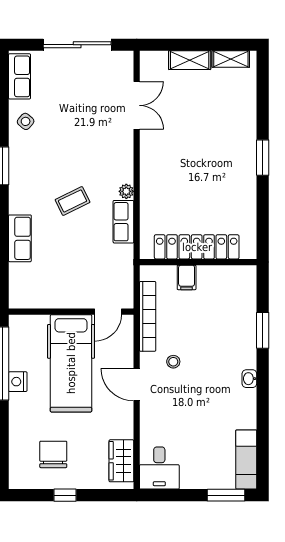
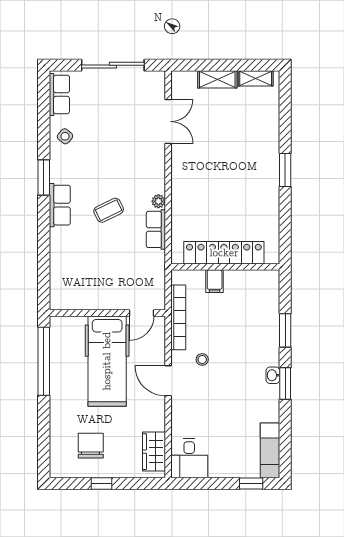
row of seats: (20, 238) -> (60, 205), moved
nightstand: (18, 382) -> (58, 378), removed
window: (263, 387) -> (285, 383), added
window: (226, 495) -> (251, 484), width x0.67

